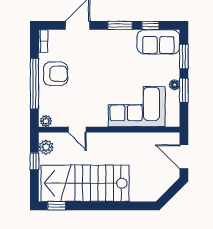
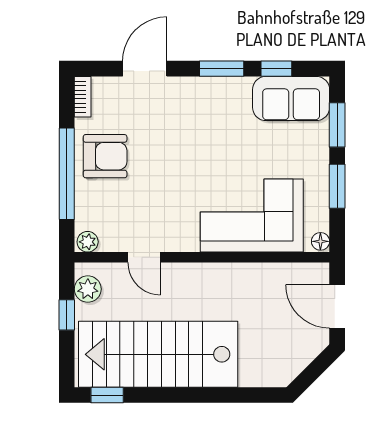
floor lamp: (175, 85) -> (320, 241), moved

